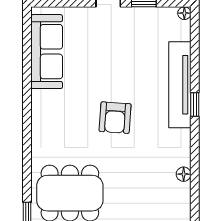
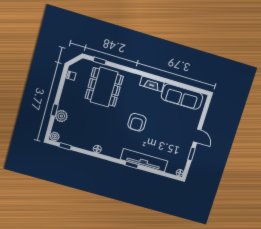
fireplace: (40, 111) -> (152, 84), added
armchair: (115, 118) -> (137, 122), turned -94

